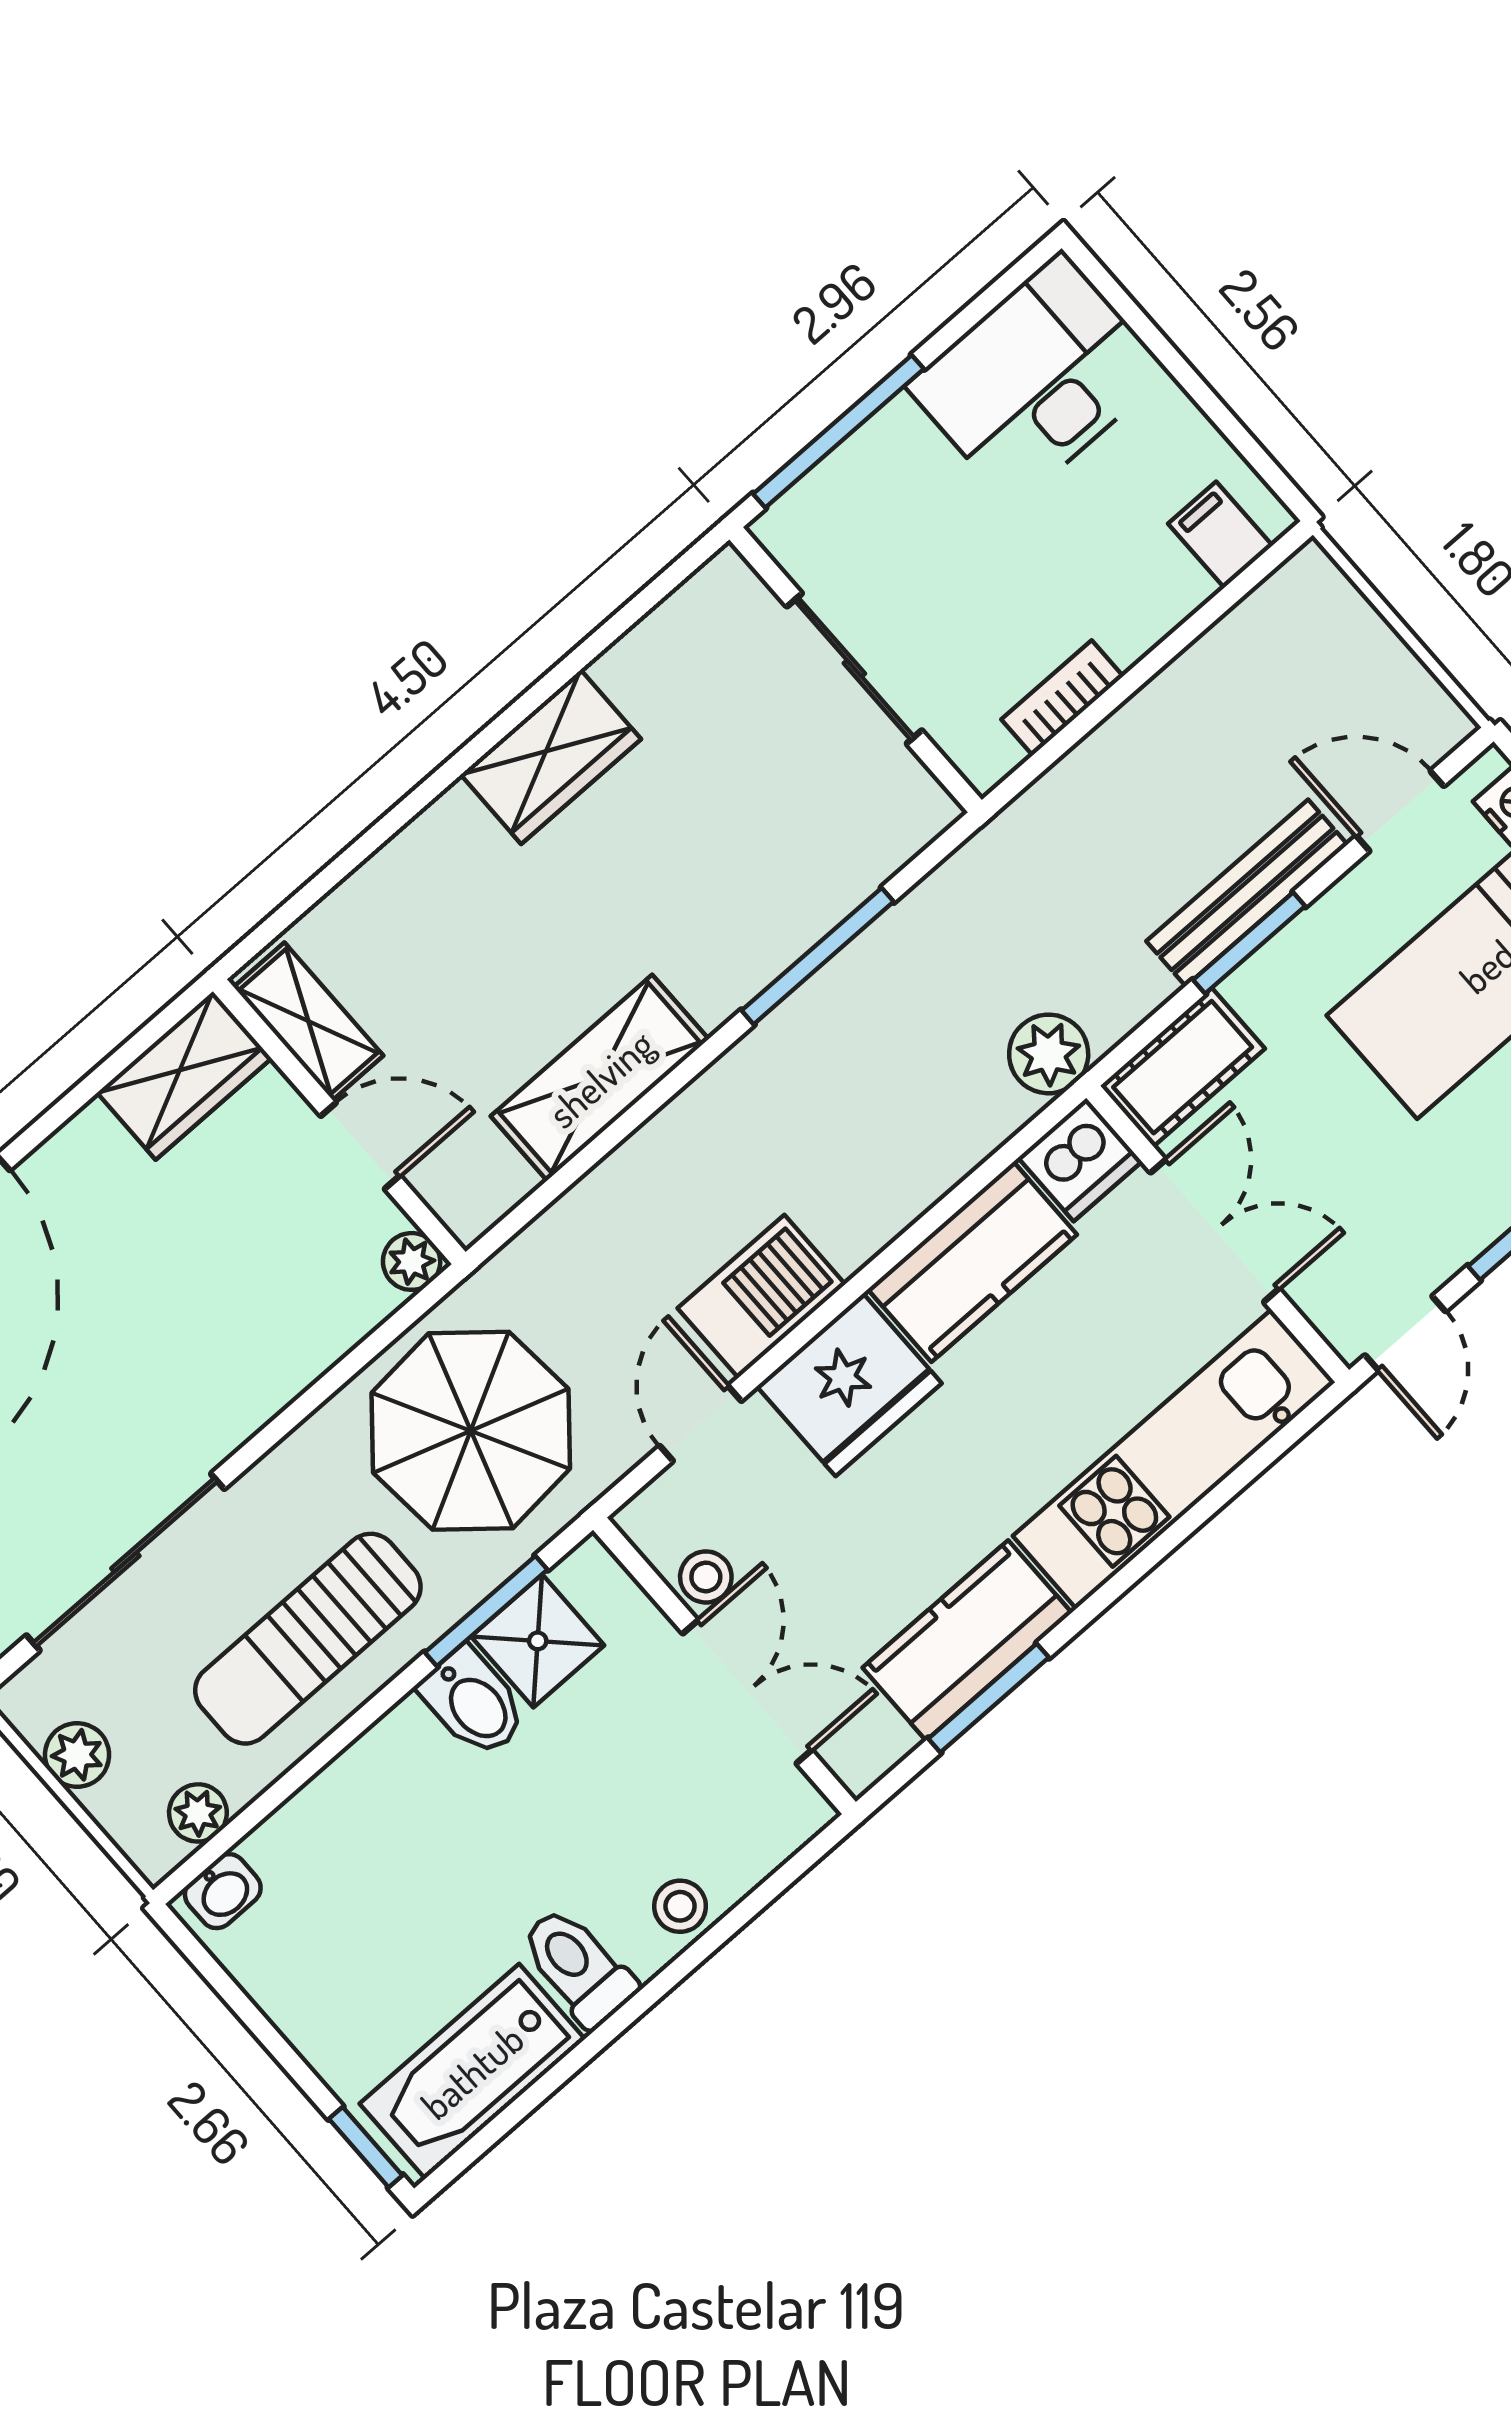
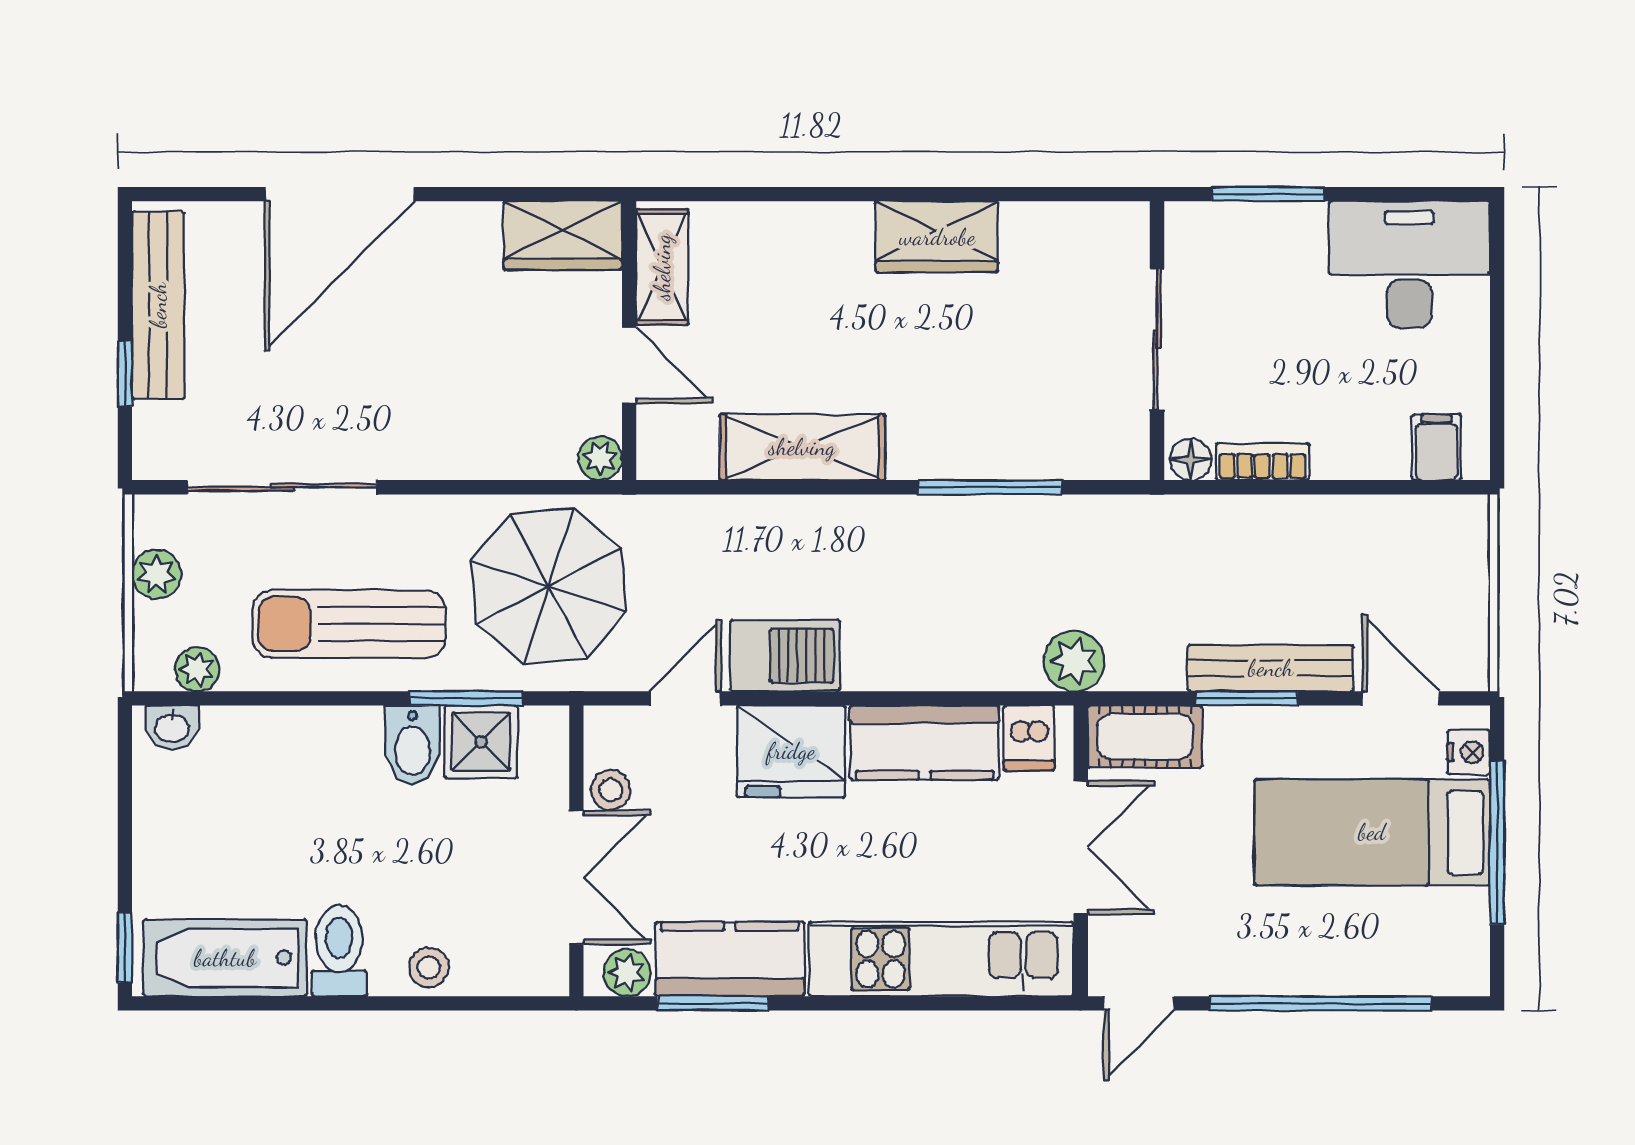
window: (838, 431) -> (1268, 194), width x0.69
floor lamp: (990, 757) -> (1191, 459), added
dishwasher: (1080, 1160) -> (1029, 738), width x0.73
plant: (878, 1742) -> (627, 973), added

